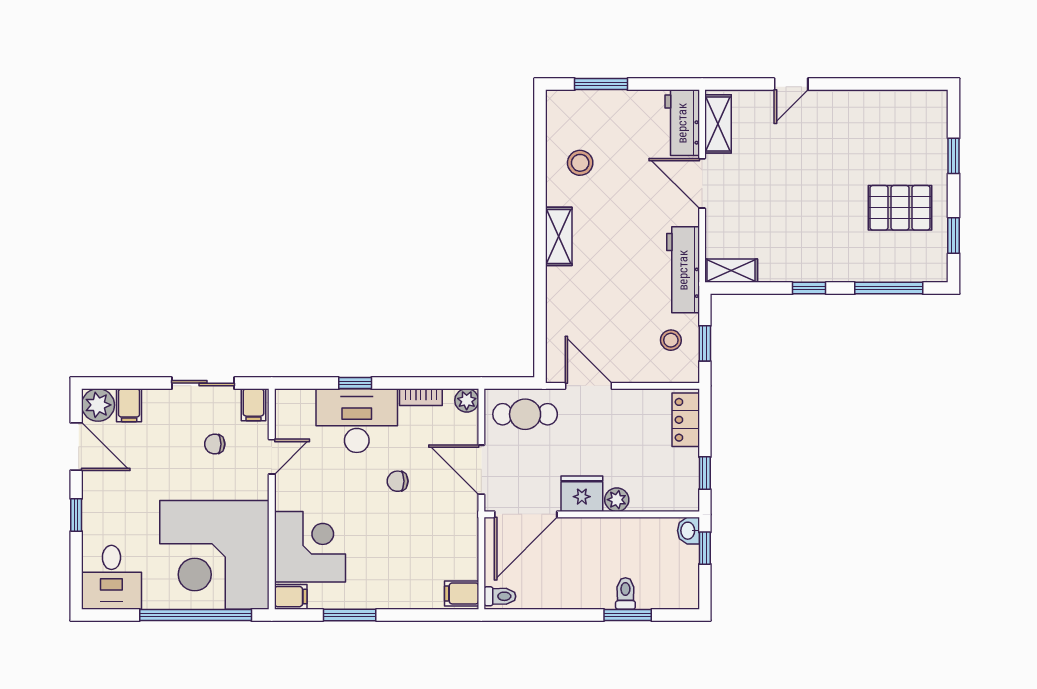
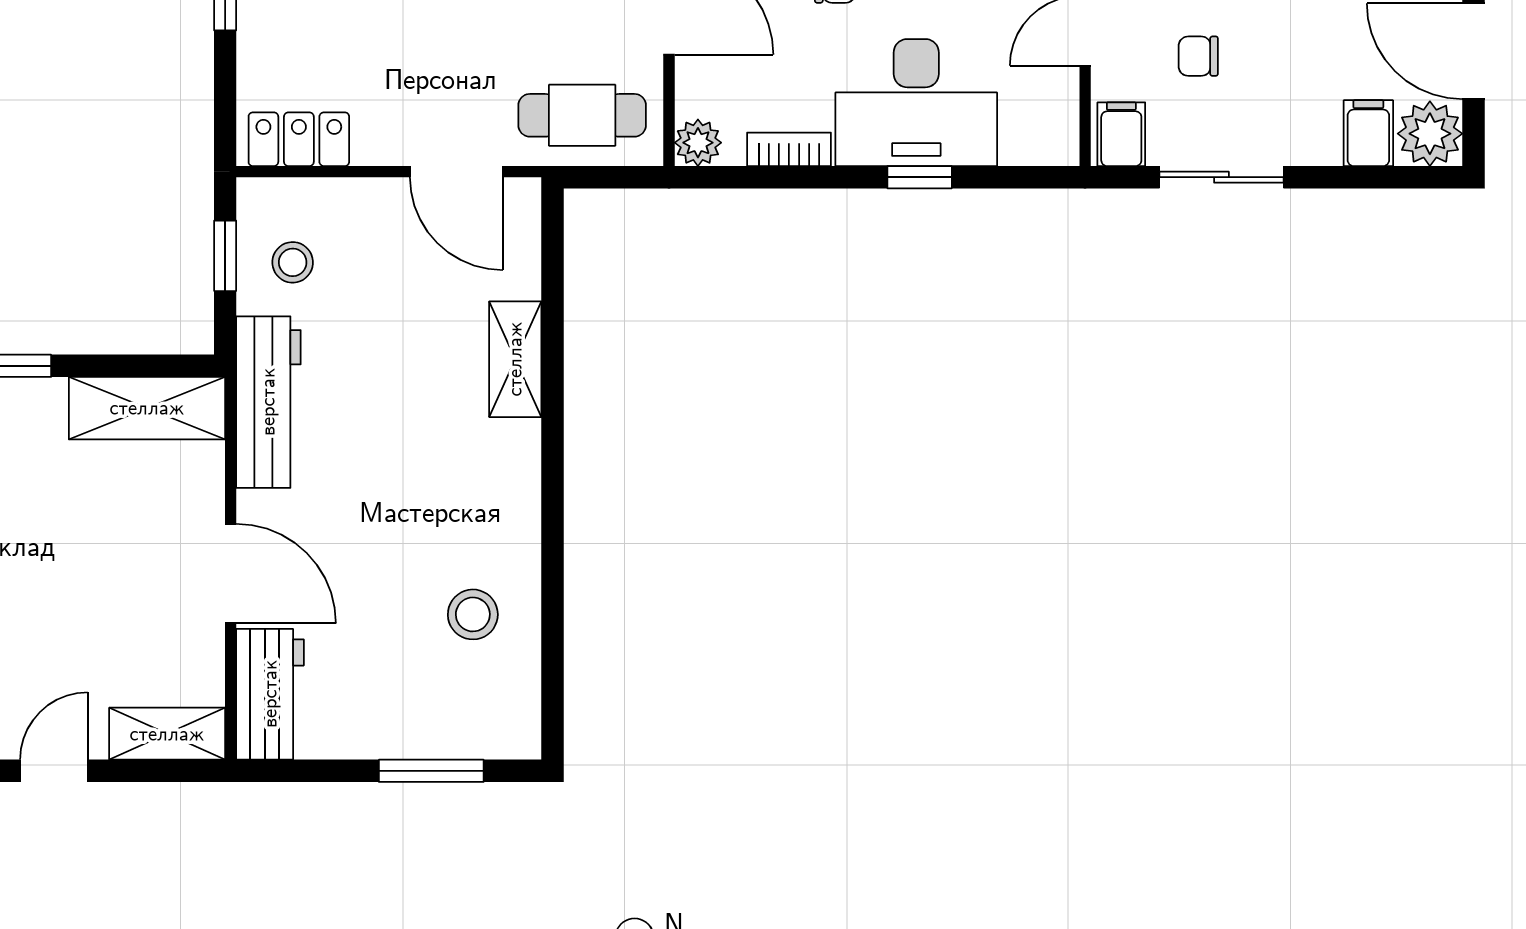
shelving: (718, 124) -> (167, 734), moved, turned 90
shelving: (559, 236) -> (515, 359), moved
shelving: (731, 271) -> (147, 408), width x1.50, depth x1.33
locker: (686, 420) -> (299, 139), moved, turned -90
chair: (215, 444) -> (1198, 56), turned 180

